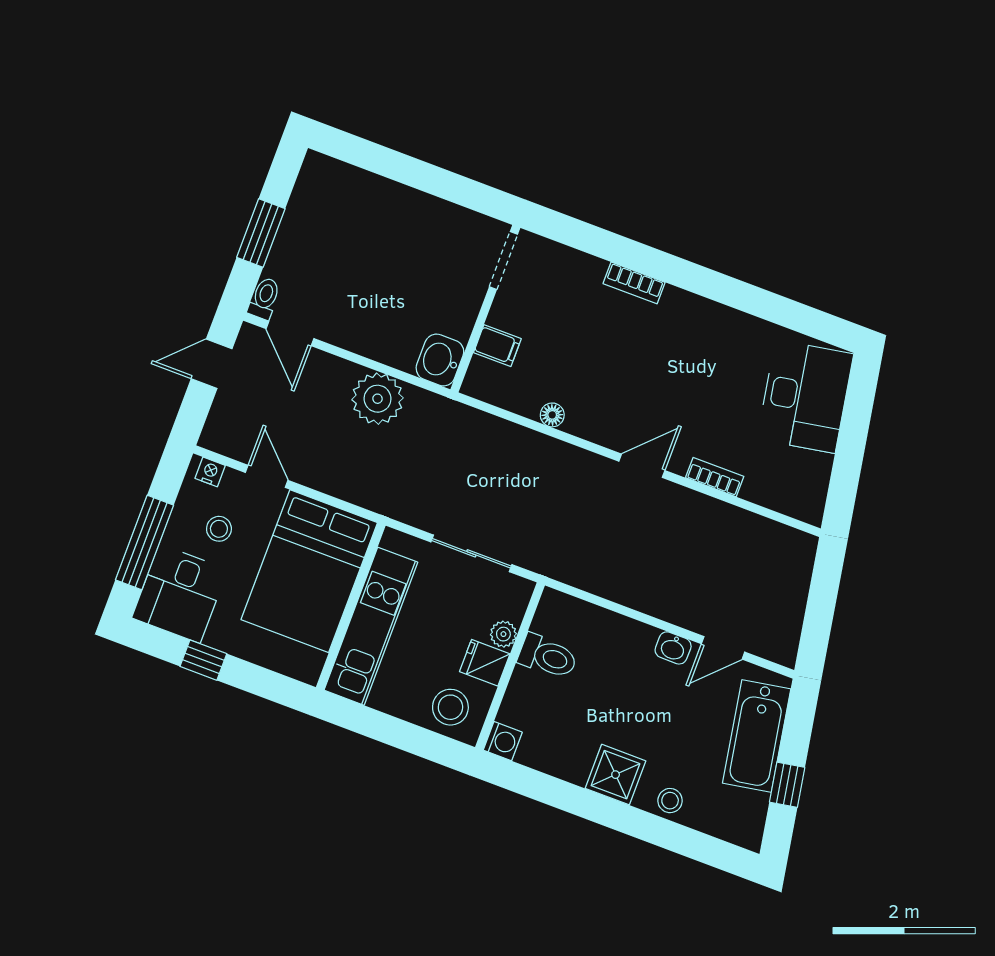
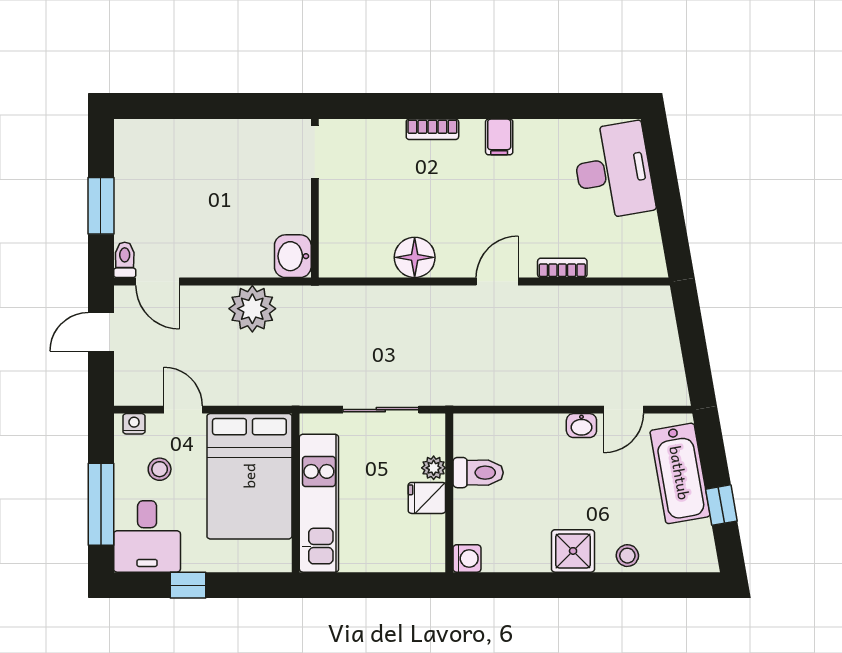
filing cabinet: (497, 346) -> (499, 137), moved, turned 90
floor lamp: (552, 415) -> (415, 257), width x1.89, depth x1.89
stool: (450, 707) -> (412, 546), removed

